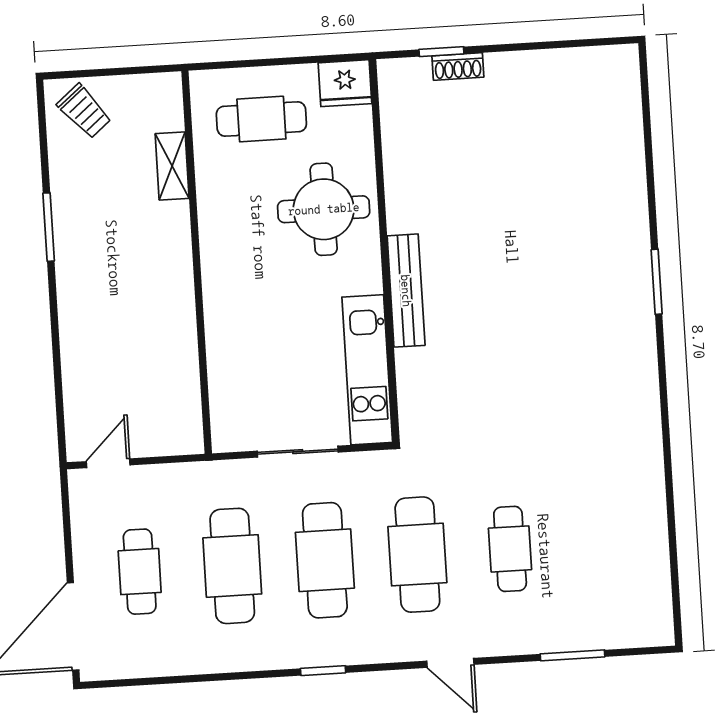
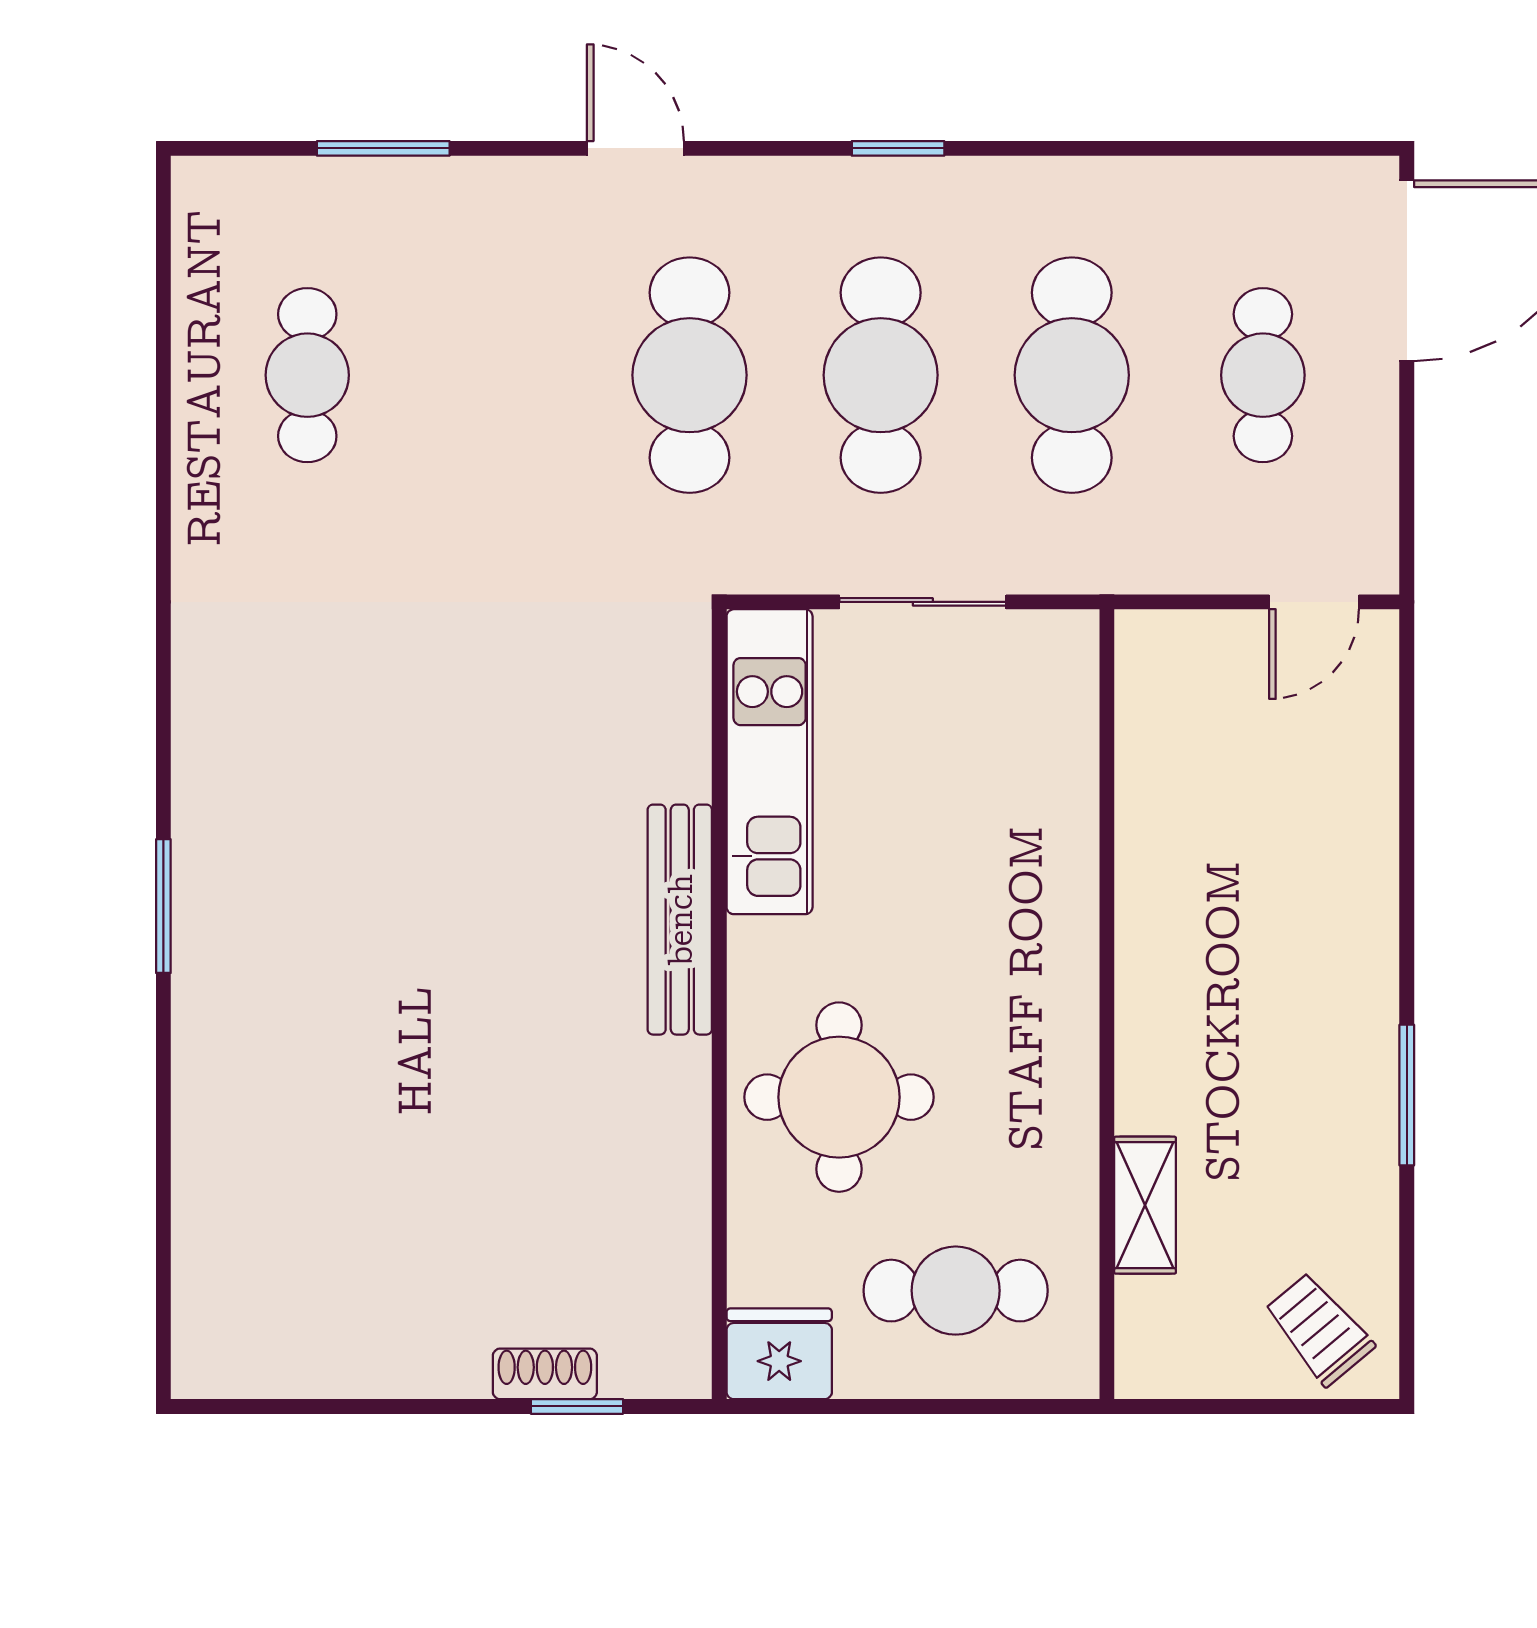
cafe table: (510, 549) -> (307, 375), moved

